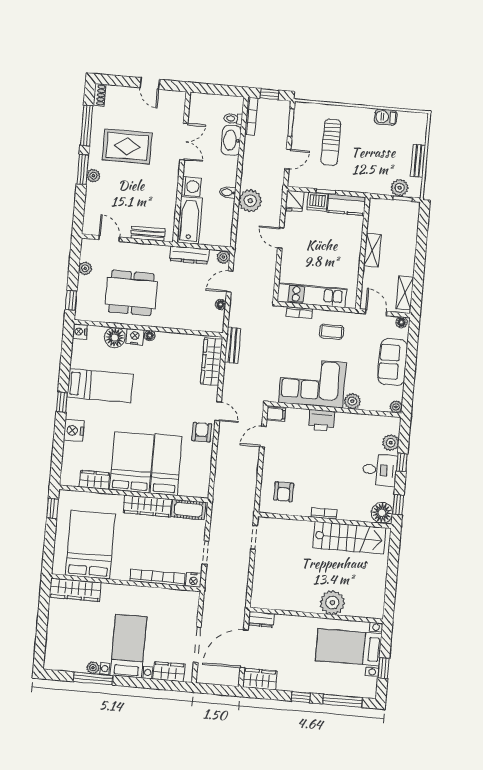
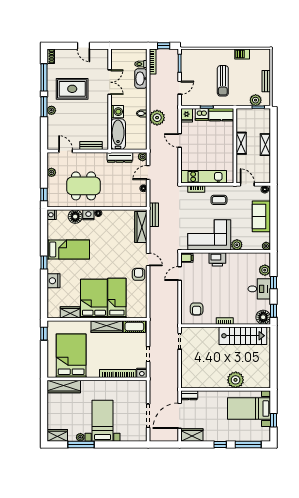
sun lounger: (331, 142) -> (223, 81), moved
shelving: (405, 293) -> (265, 145), moved
wardrobe: (169, 672) -> (57, 435), moved

